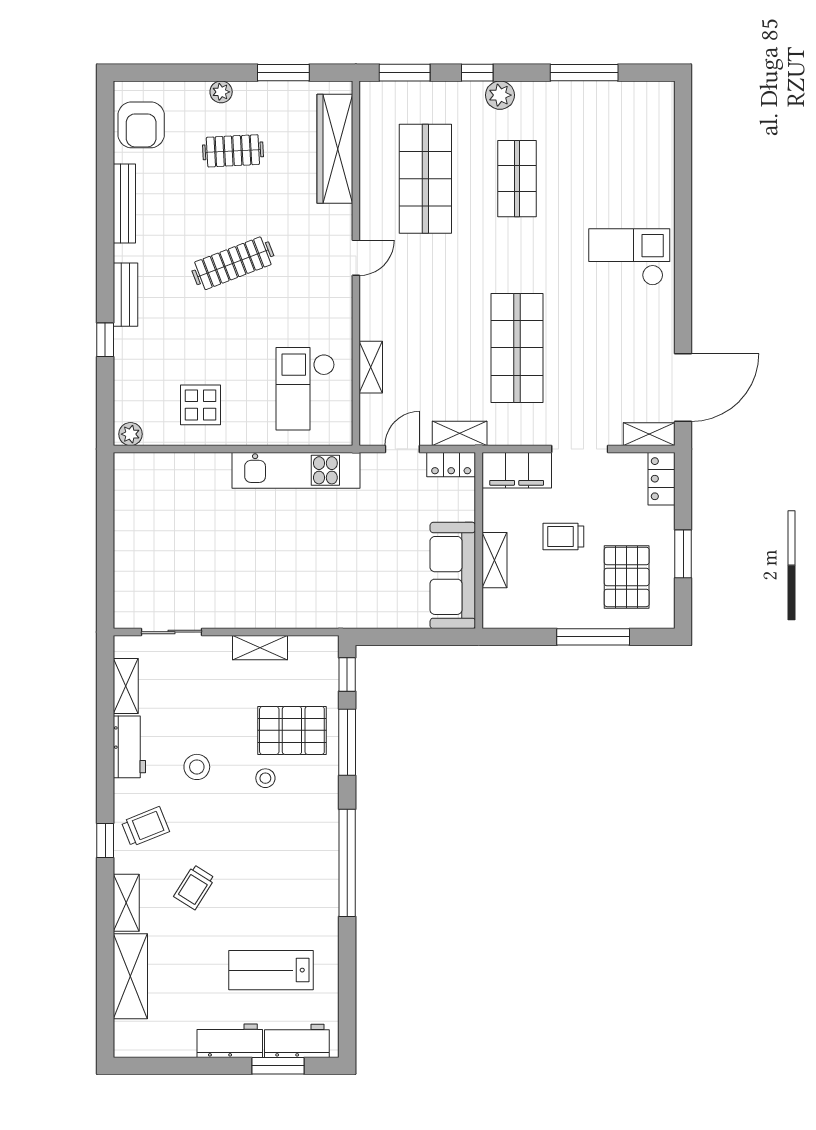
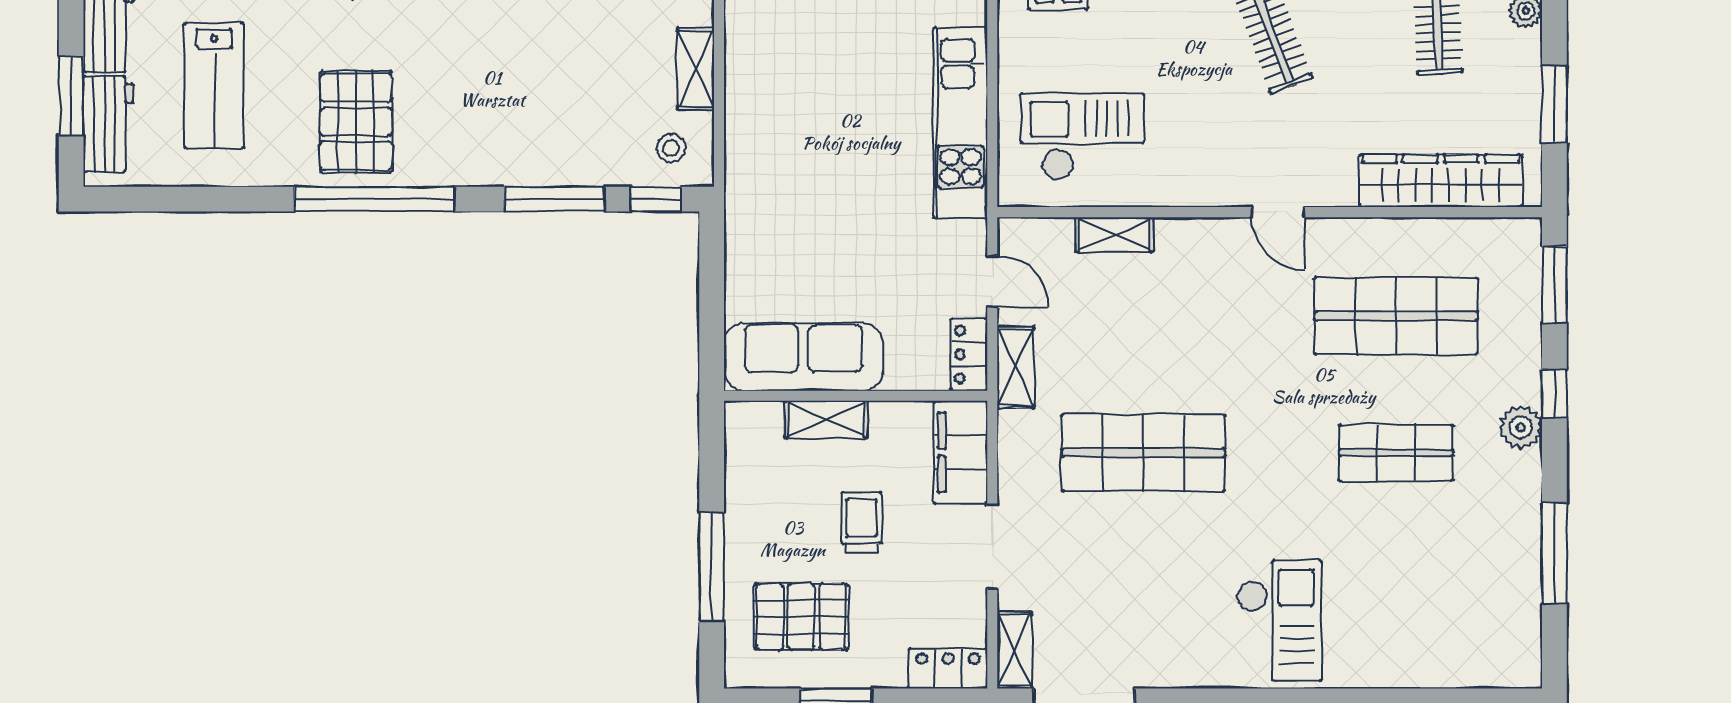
pallet: (292, 730) -> (356, 122), moved
stool: (265, 778) -> (671, 148), moved
lab bench: (271, 970) -> (214, 86), turned 180

